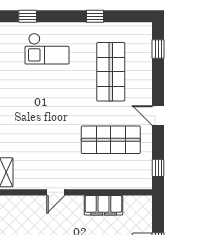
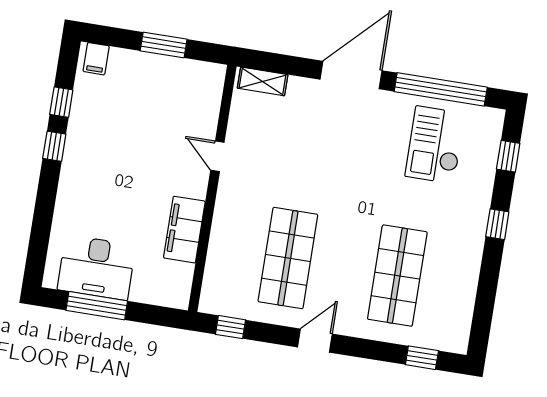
window: (95, 16) -> (497, 224), moved
checkout: (47, 49) -> (435, 145), moved
shop shelf: (111, 72) -> (397, 276), turned 90

